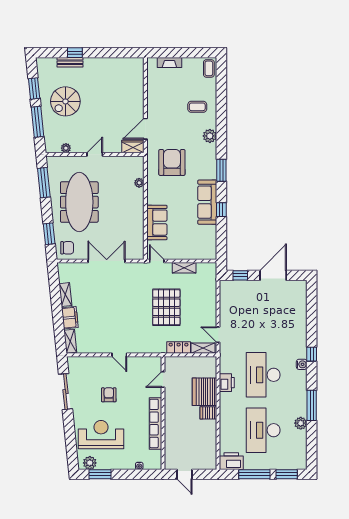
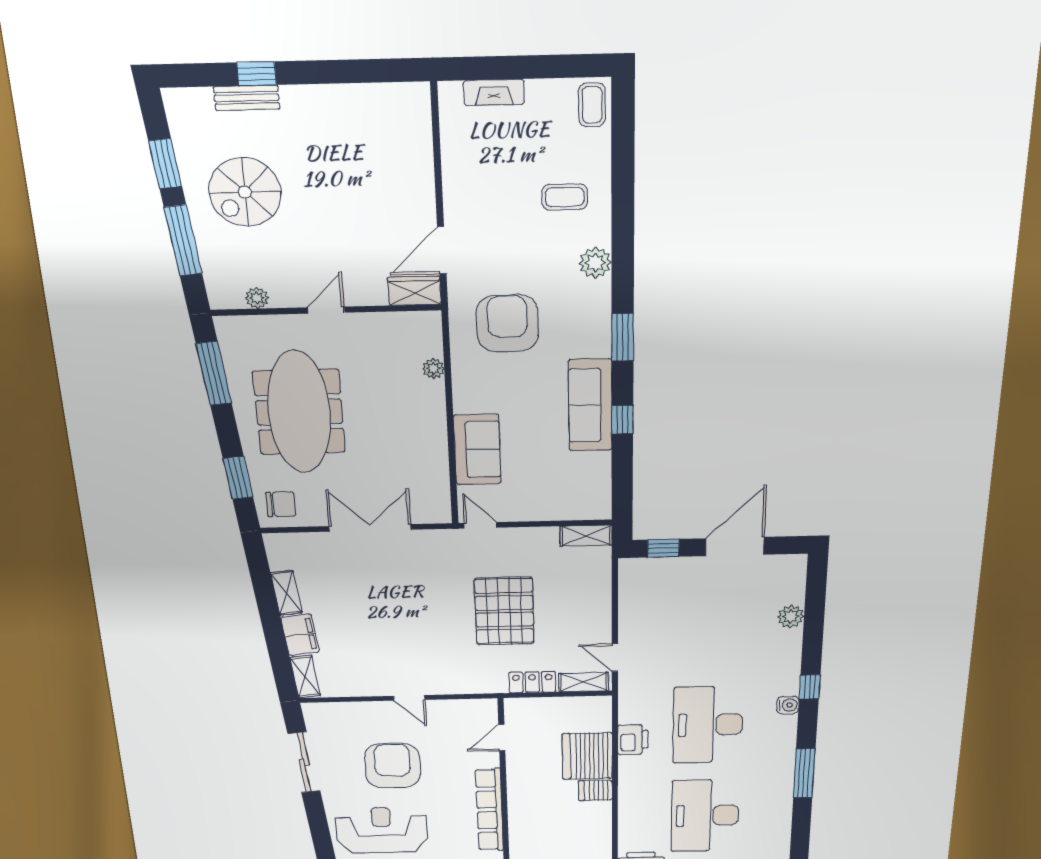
shelving: (184, 268) -> (586, 536), moved
armchair: (109, 395) -> (393, 766), width x1.88, depth x1.88
plant: (301, 423) -> (791, 617), moved

